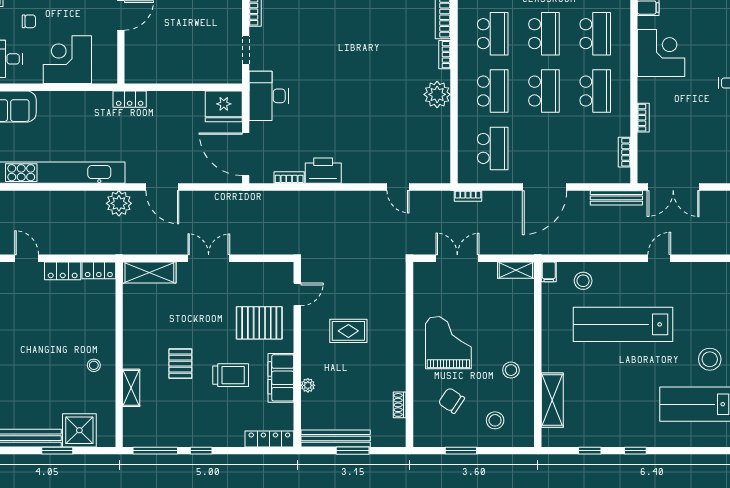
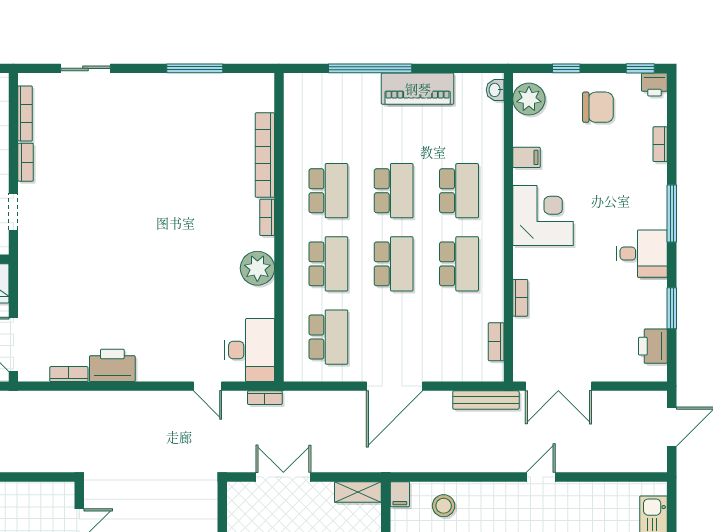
desk: (269, 96) -> (250, 350), moved, turned 180
bookcase: (468, 196) -> (265, 398), moved

